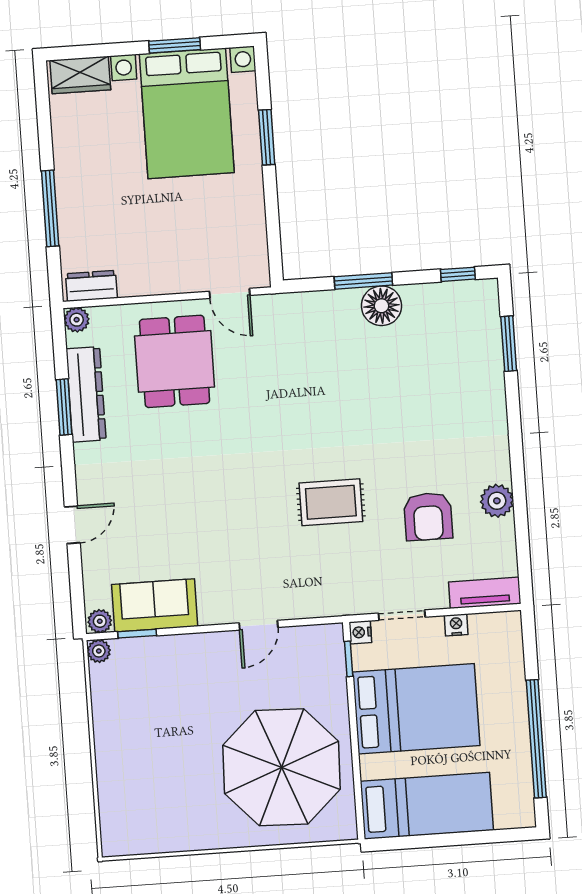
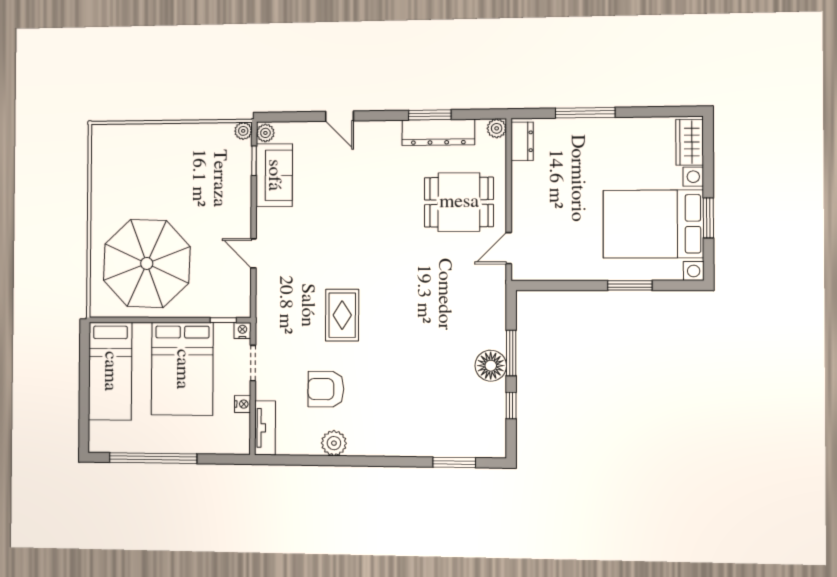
window: (458, 274) -> (511, 405), moved

